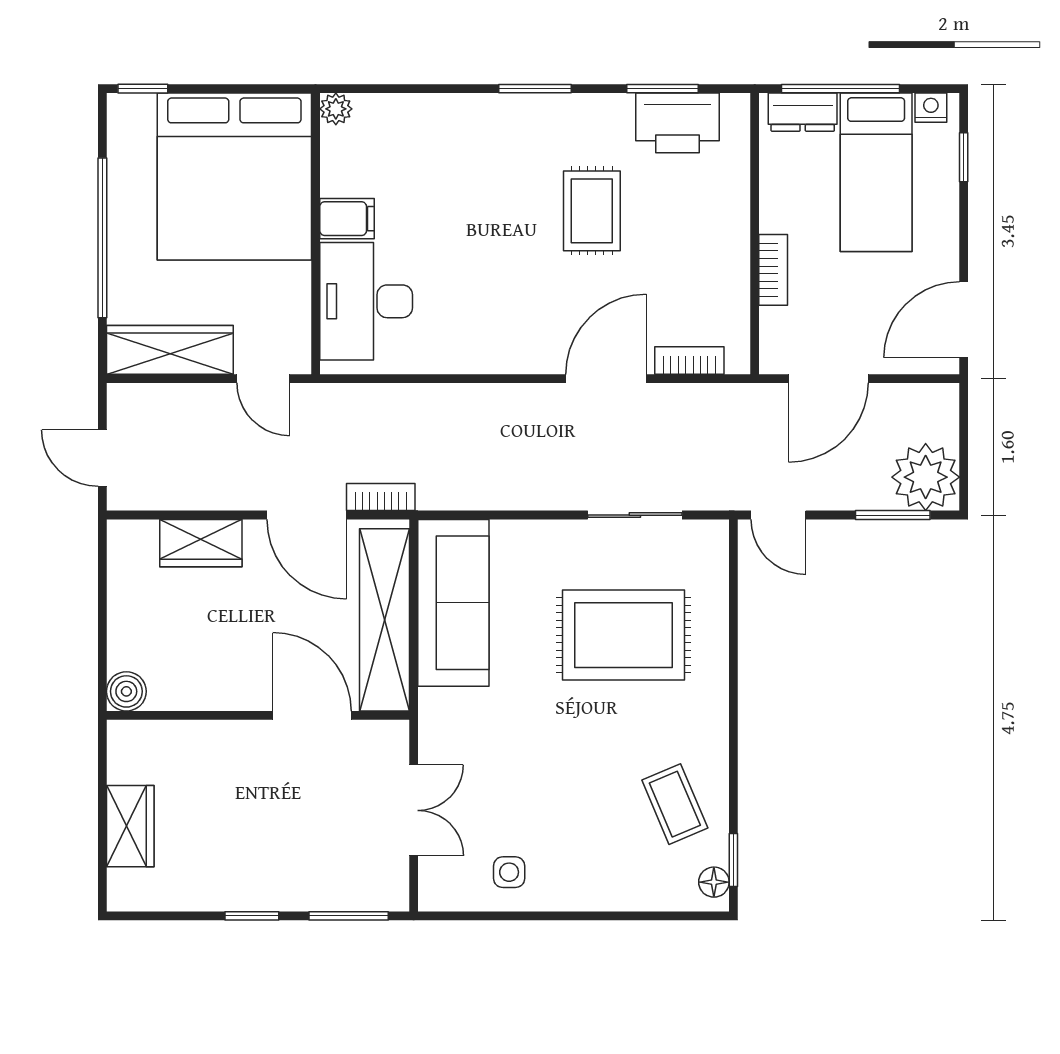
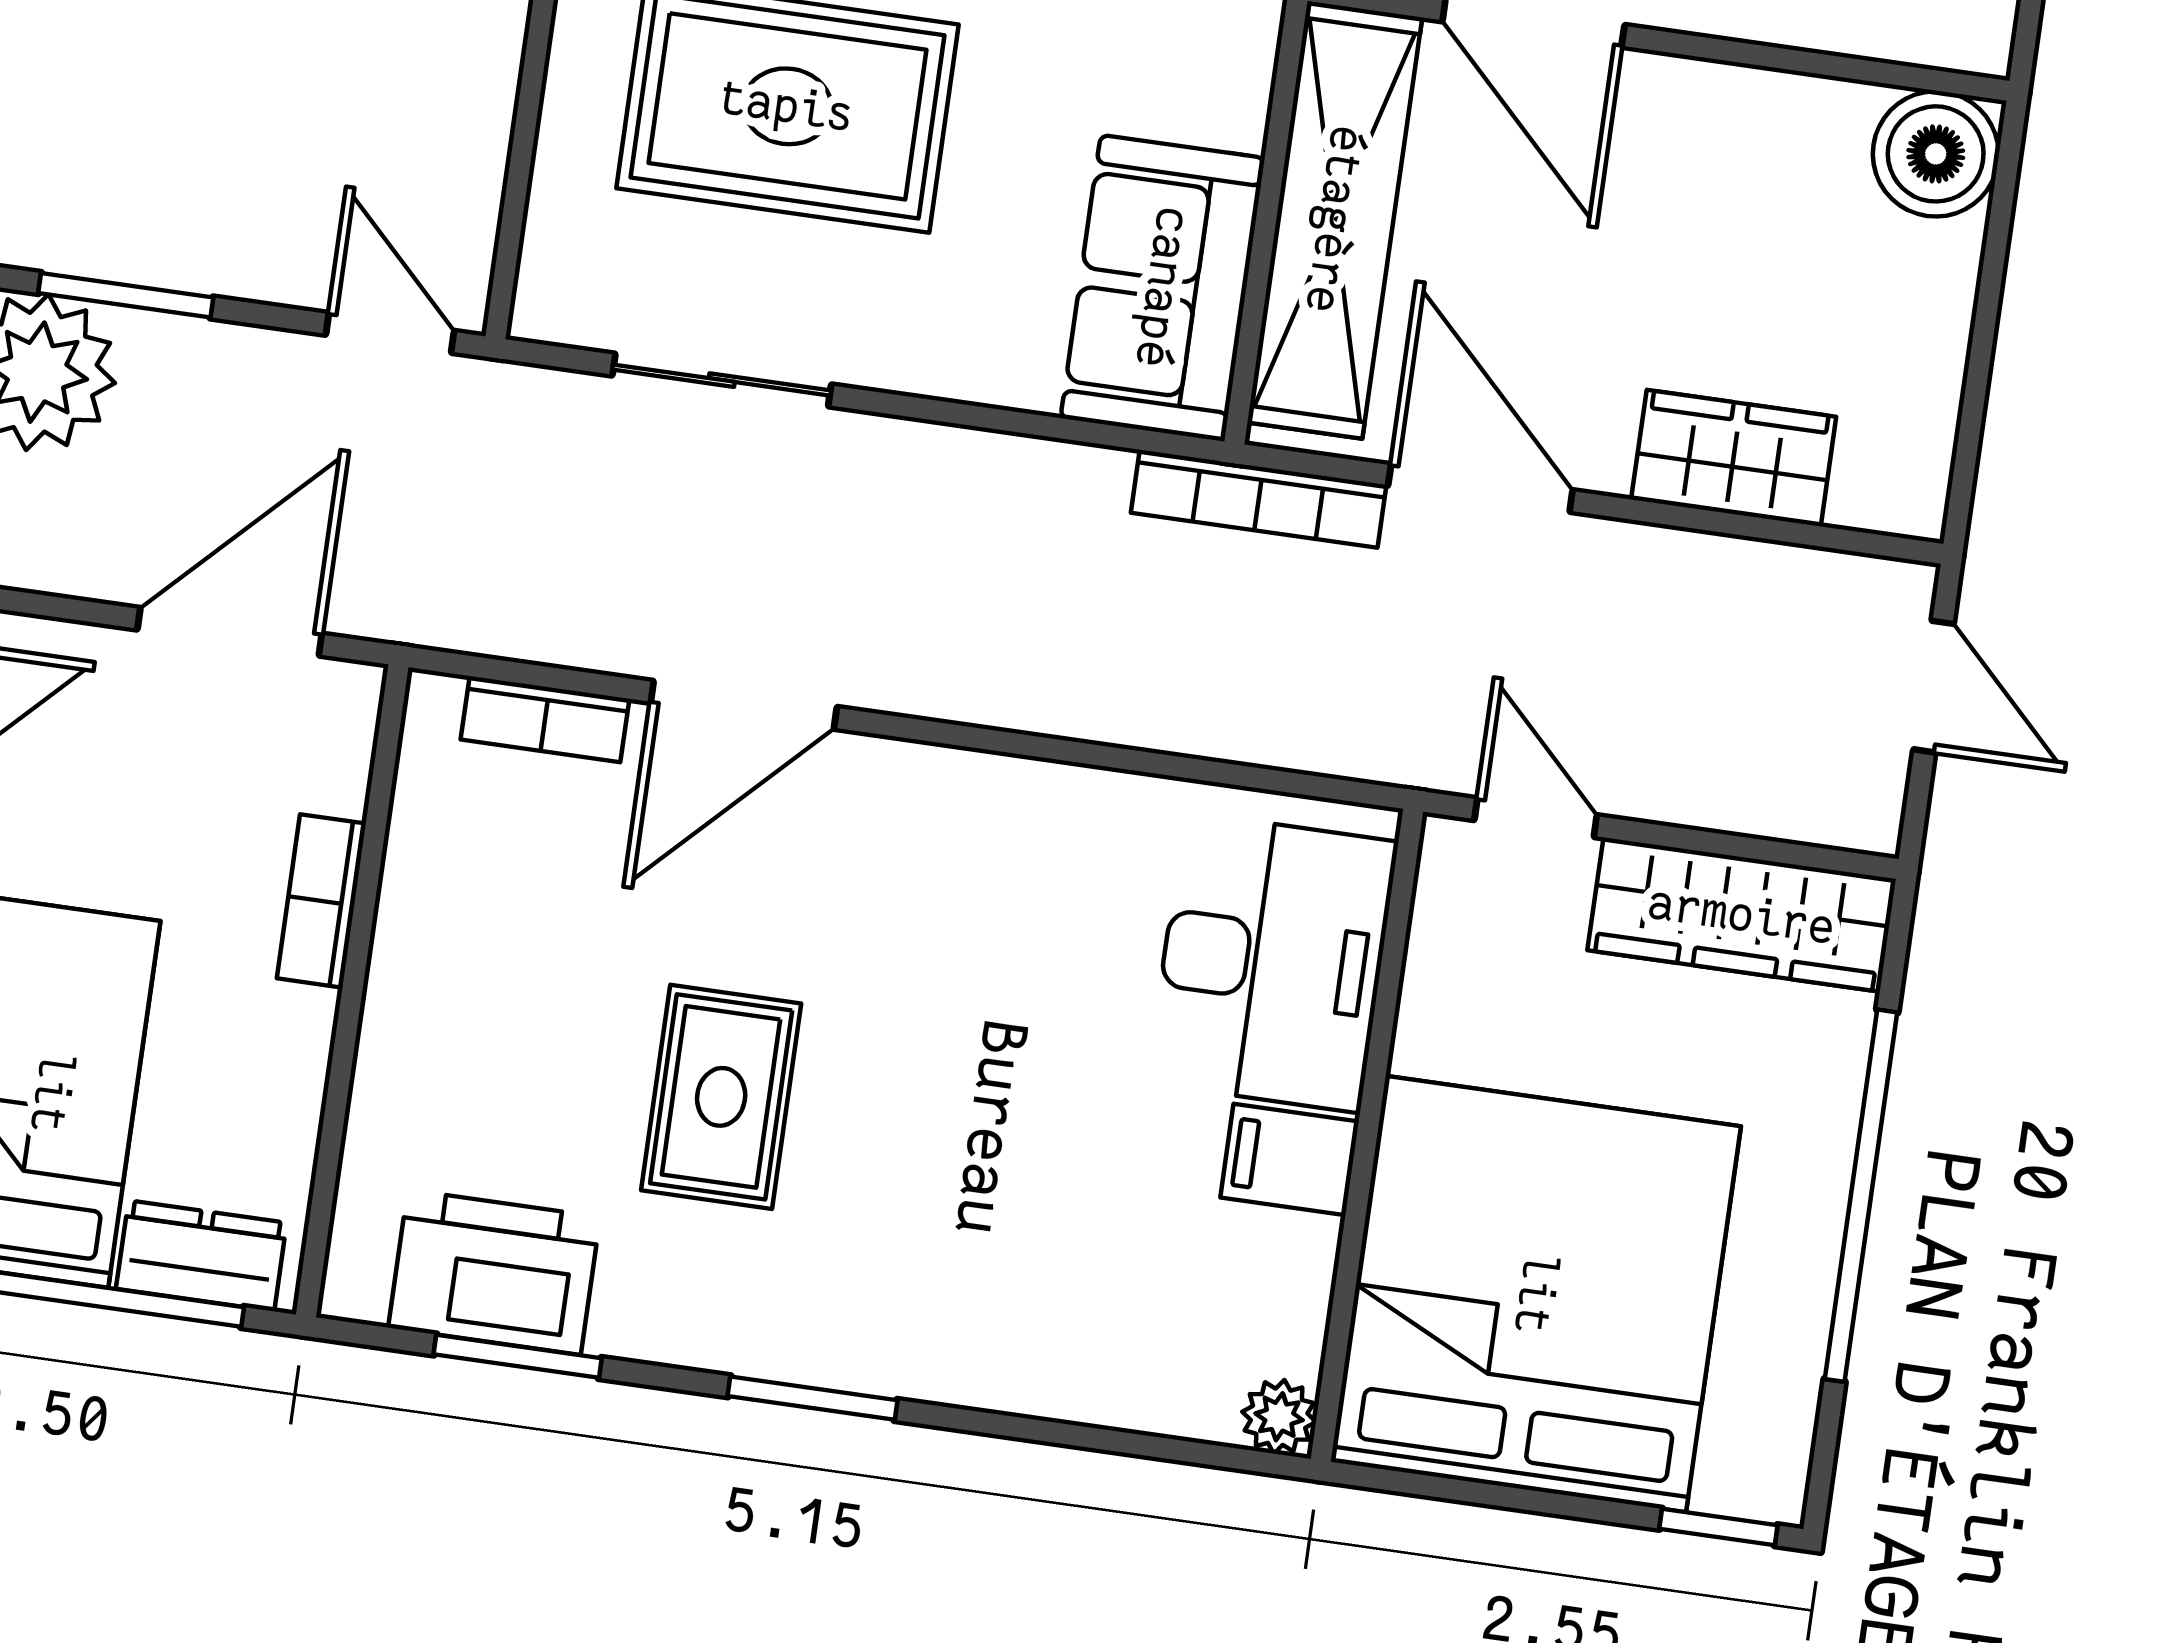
bookcase: (381, 497) -> (1259, 499), width x1.56
sofa: (453, 603) -> (1163, 288), width x0.73
boiler: (126, 691) -> (1936, 154), width x1.36, depth x1.36

